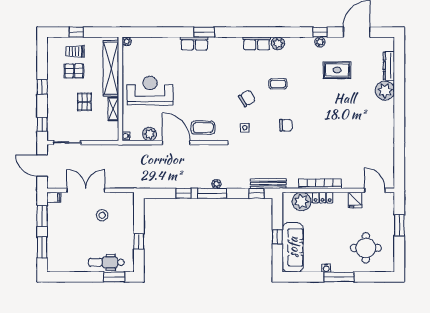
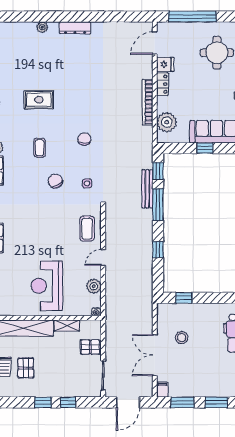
dresser: (389, 66) -> (75, 28), moved
rug: (337, 70) -> (39, 100), moved, turned 90
plant: (385, 91) -> (42, 27), width x0.53, depth x0.53
pallet: (84, 102) -> (90, 347), moved
window: (42, 124) -> (68, 402), moved
door: (176, 143) -> (103, 258), width x0.53
plant: (216, 184) -> (148, 214), removed
bench: (268, 184) -> (147, 189), moved
window: (212, 193) -> (158, 205), moved
locker: (323, 198) -> (162, 84), moved
window: (399, 225) -> (192, 17), width x2.11
window: (139, 241) -> (184, 298), moved

